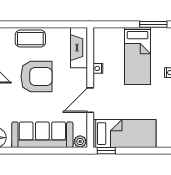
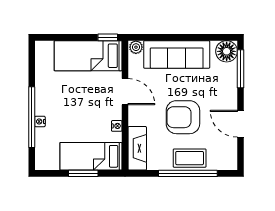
window: (32, 24) -> (188, 173), added
window: (153, 24) -> (83, 173), moved
bed: (138, 56) -> (91, 156), moved, turned -90
door: (90, 100) -> (125, 92), hinge flipped

